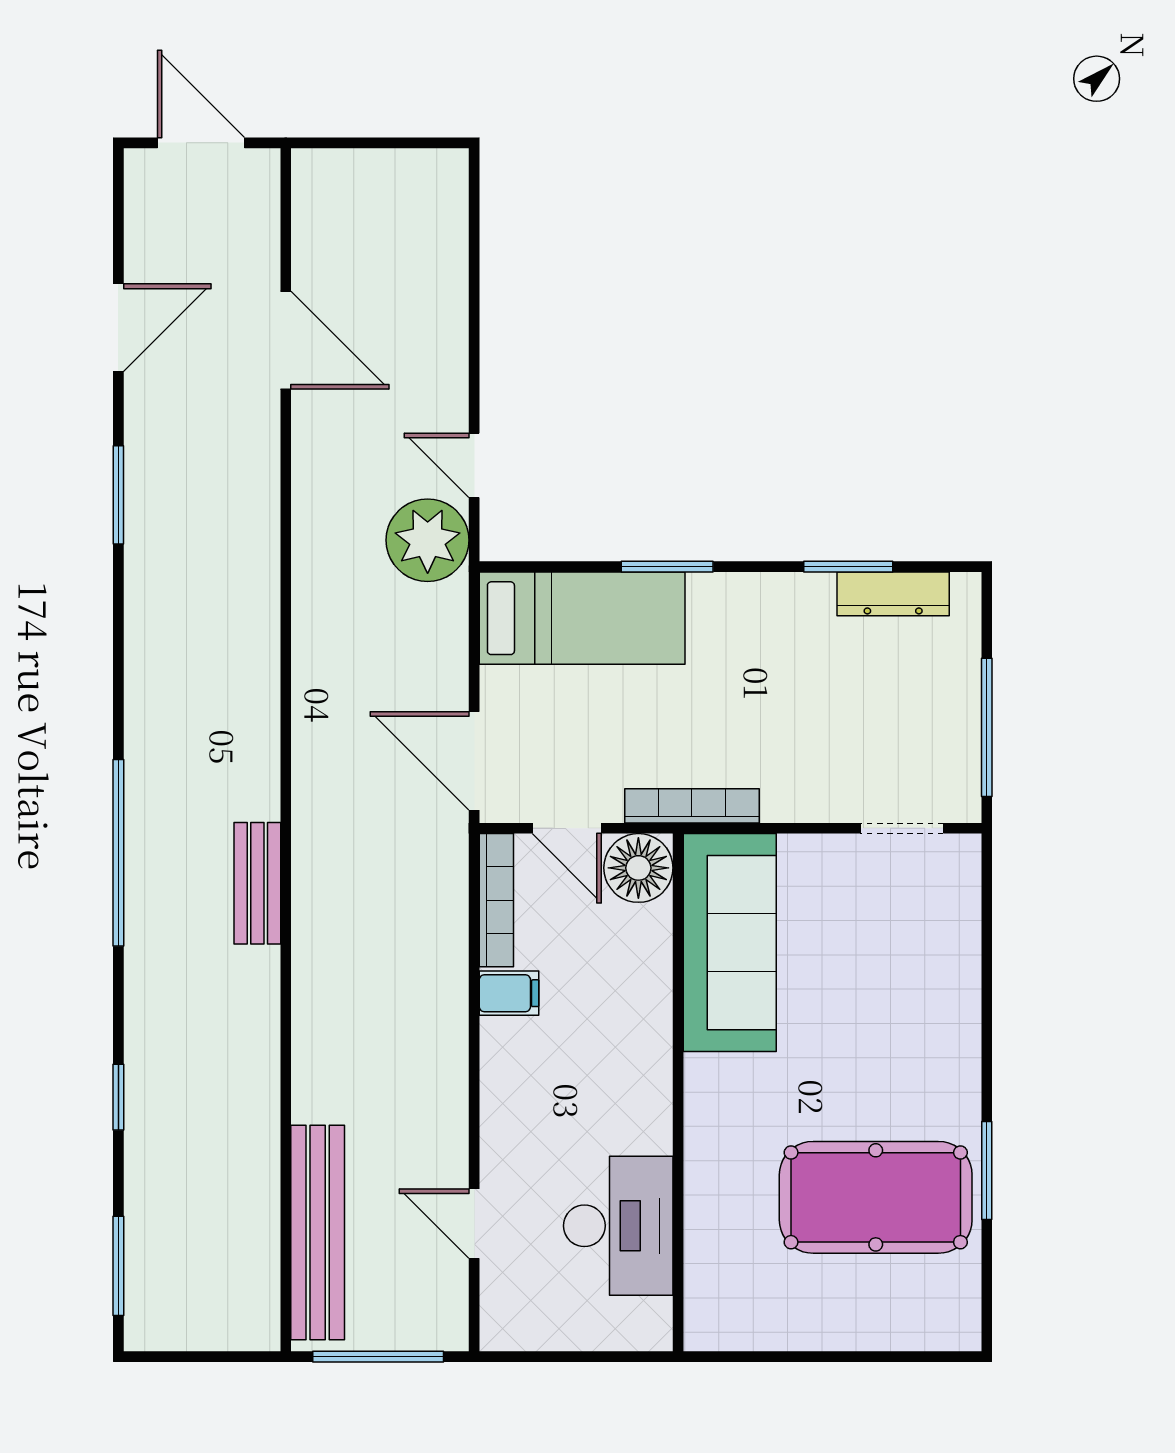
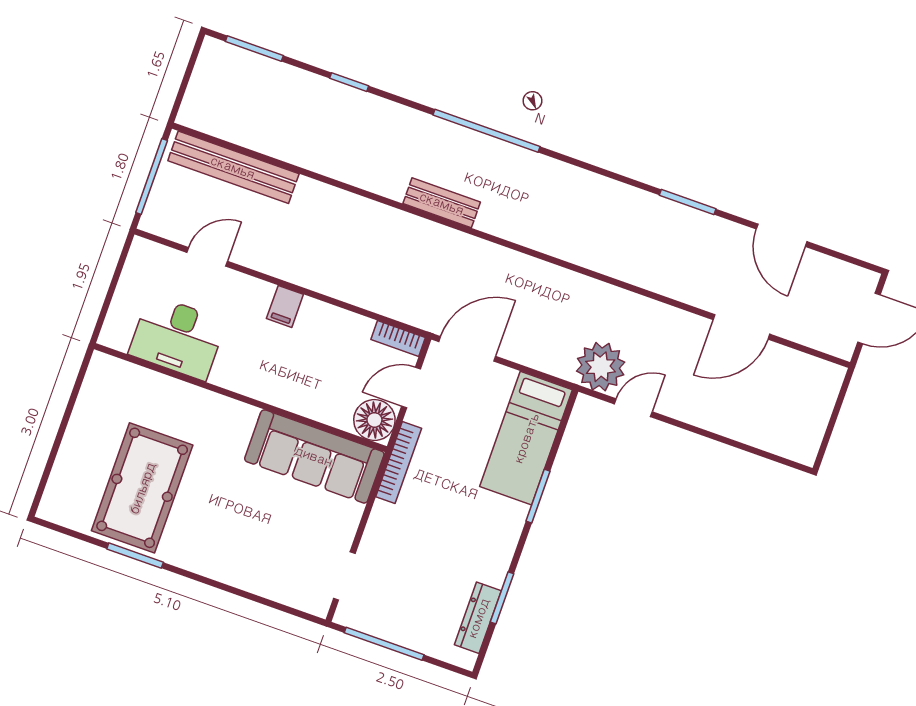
bookcase: (496, 900) -> (398, 339), width x0.64
filing cabinet: (509, 993) -> (285, 306), moved

